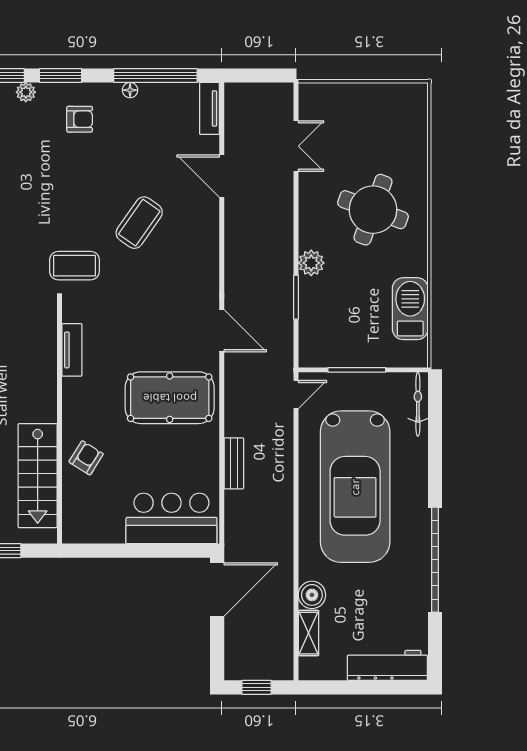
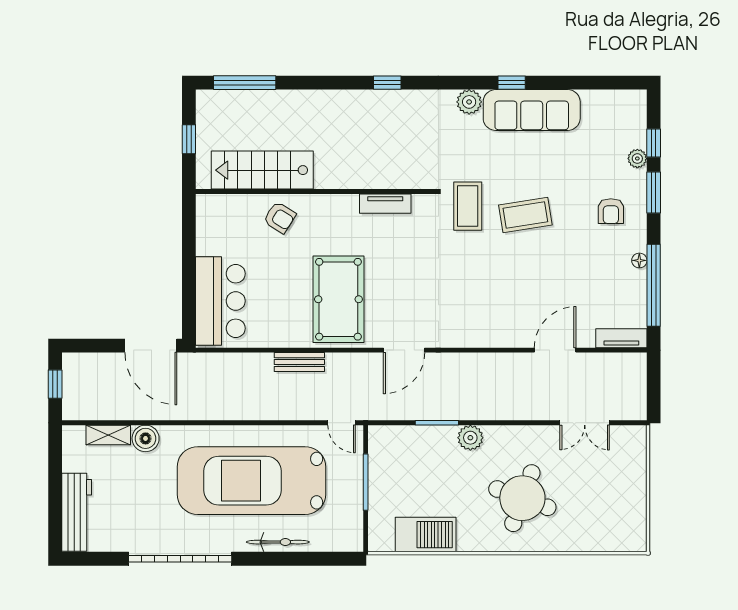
coffee table: (139, 223) -> (525, 215), moved, turned -44
bicycle: (418, 404) -> (278, 542), moved
bench: (234, 463) -> (299, 362), moved

